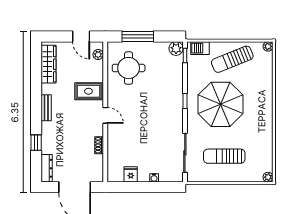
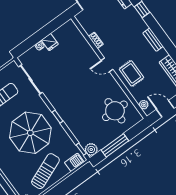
window: (138, 36) -> (115, 145), moved
rug: (88, 91) -> (131, 73), turned 90
fridge: (131, 174) -> (50, 42), moved

